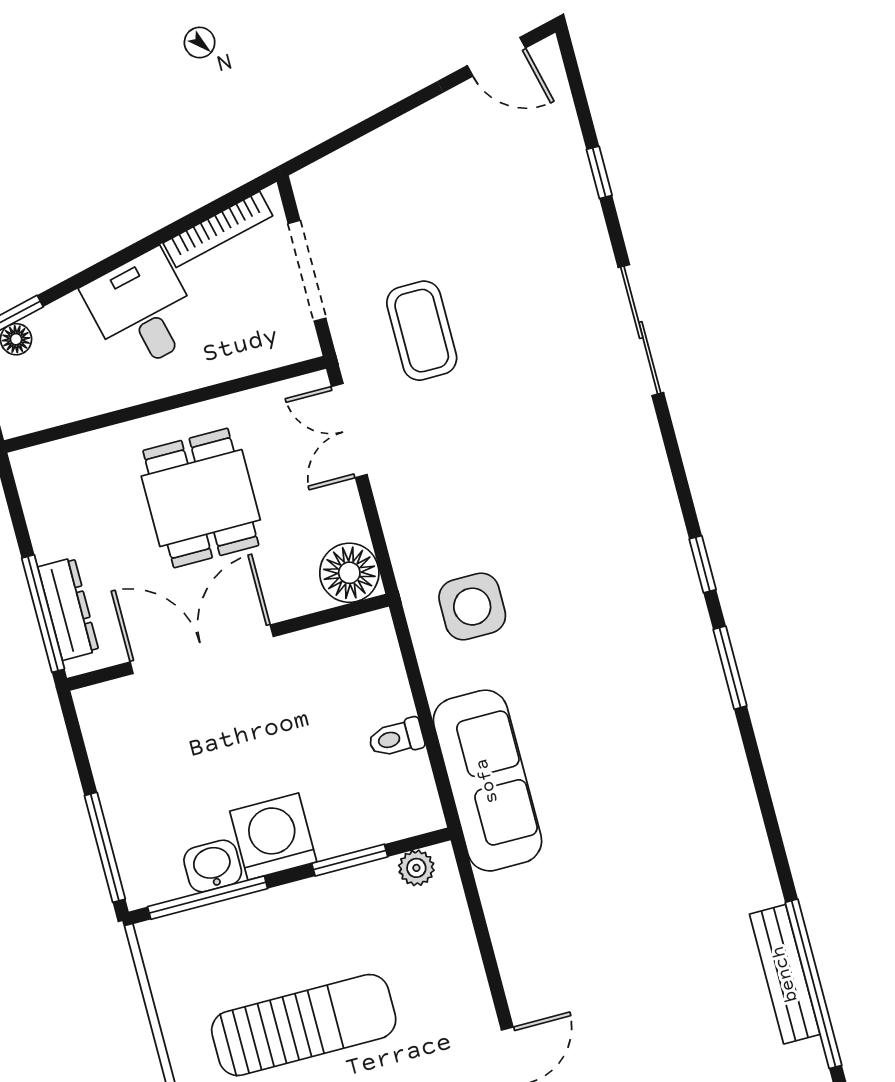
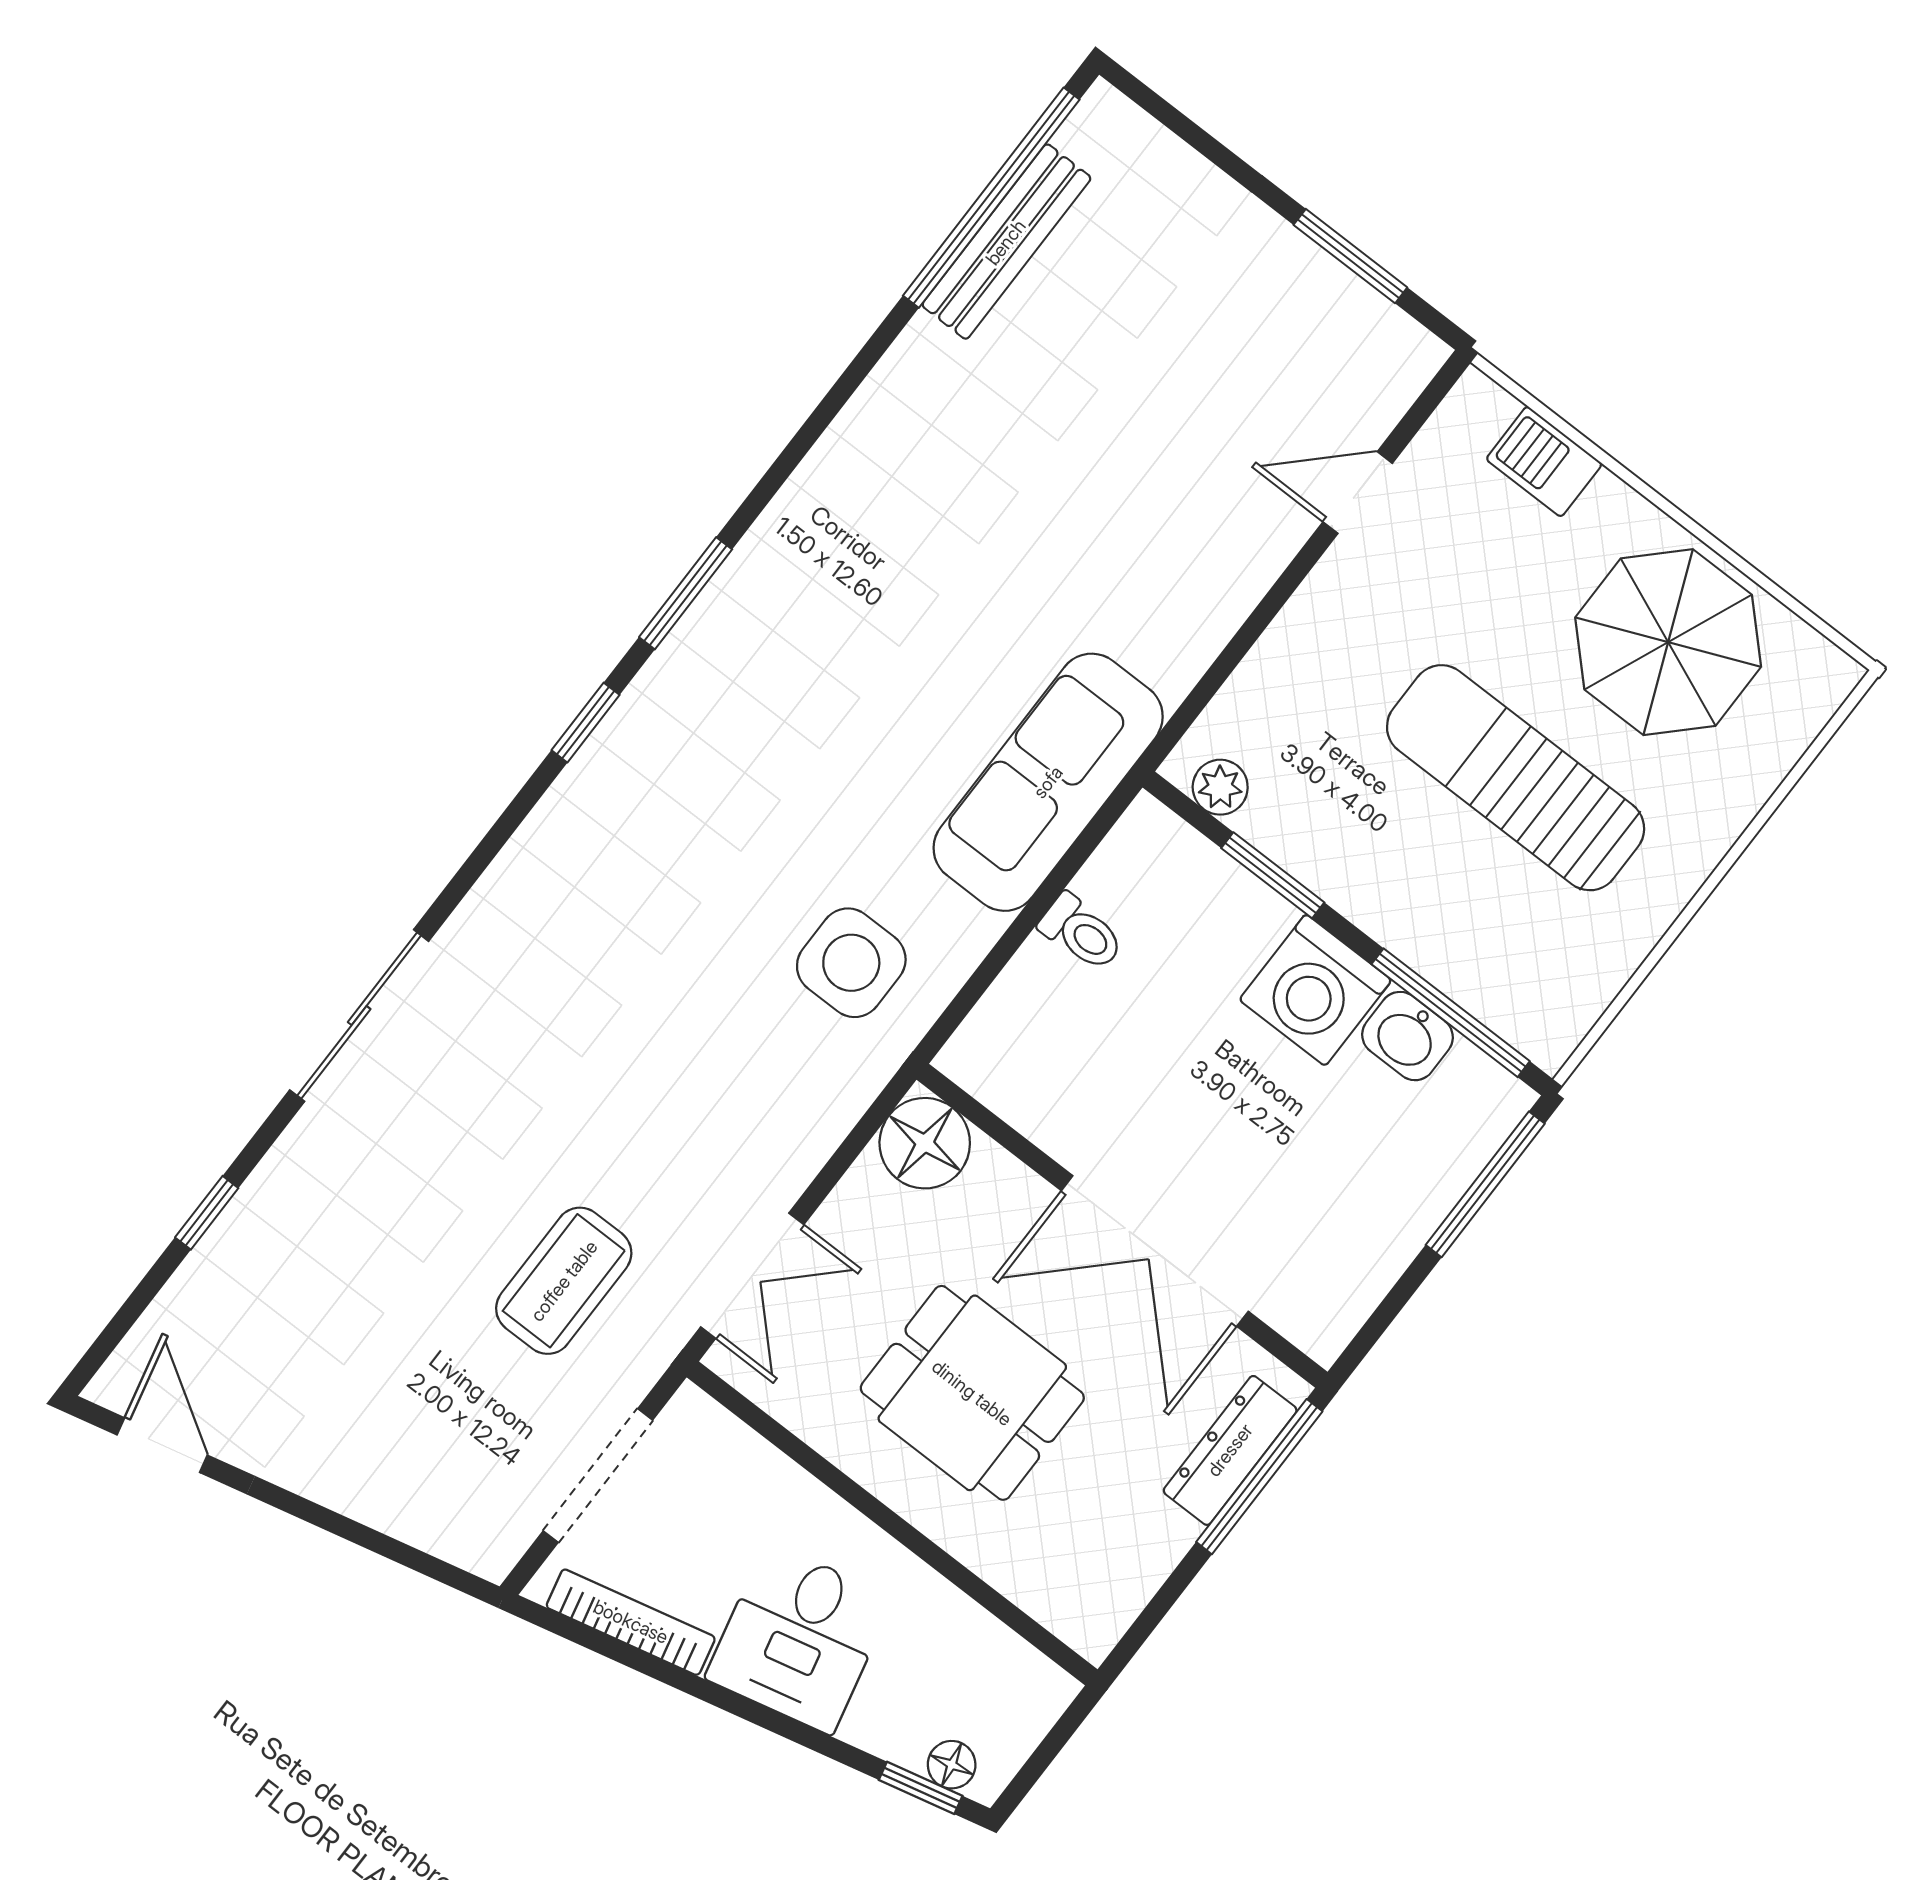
dining table: (201, 498) -> (972, 1393), turned 90

